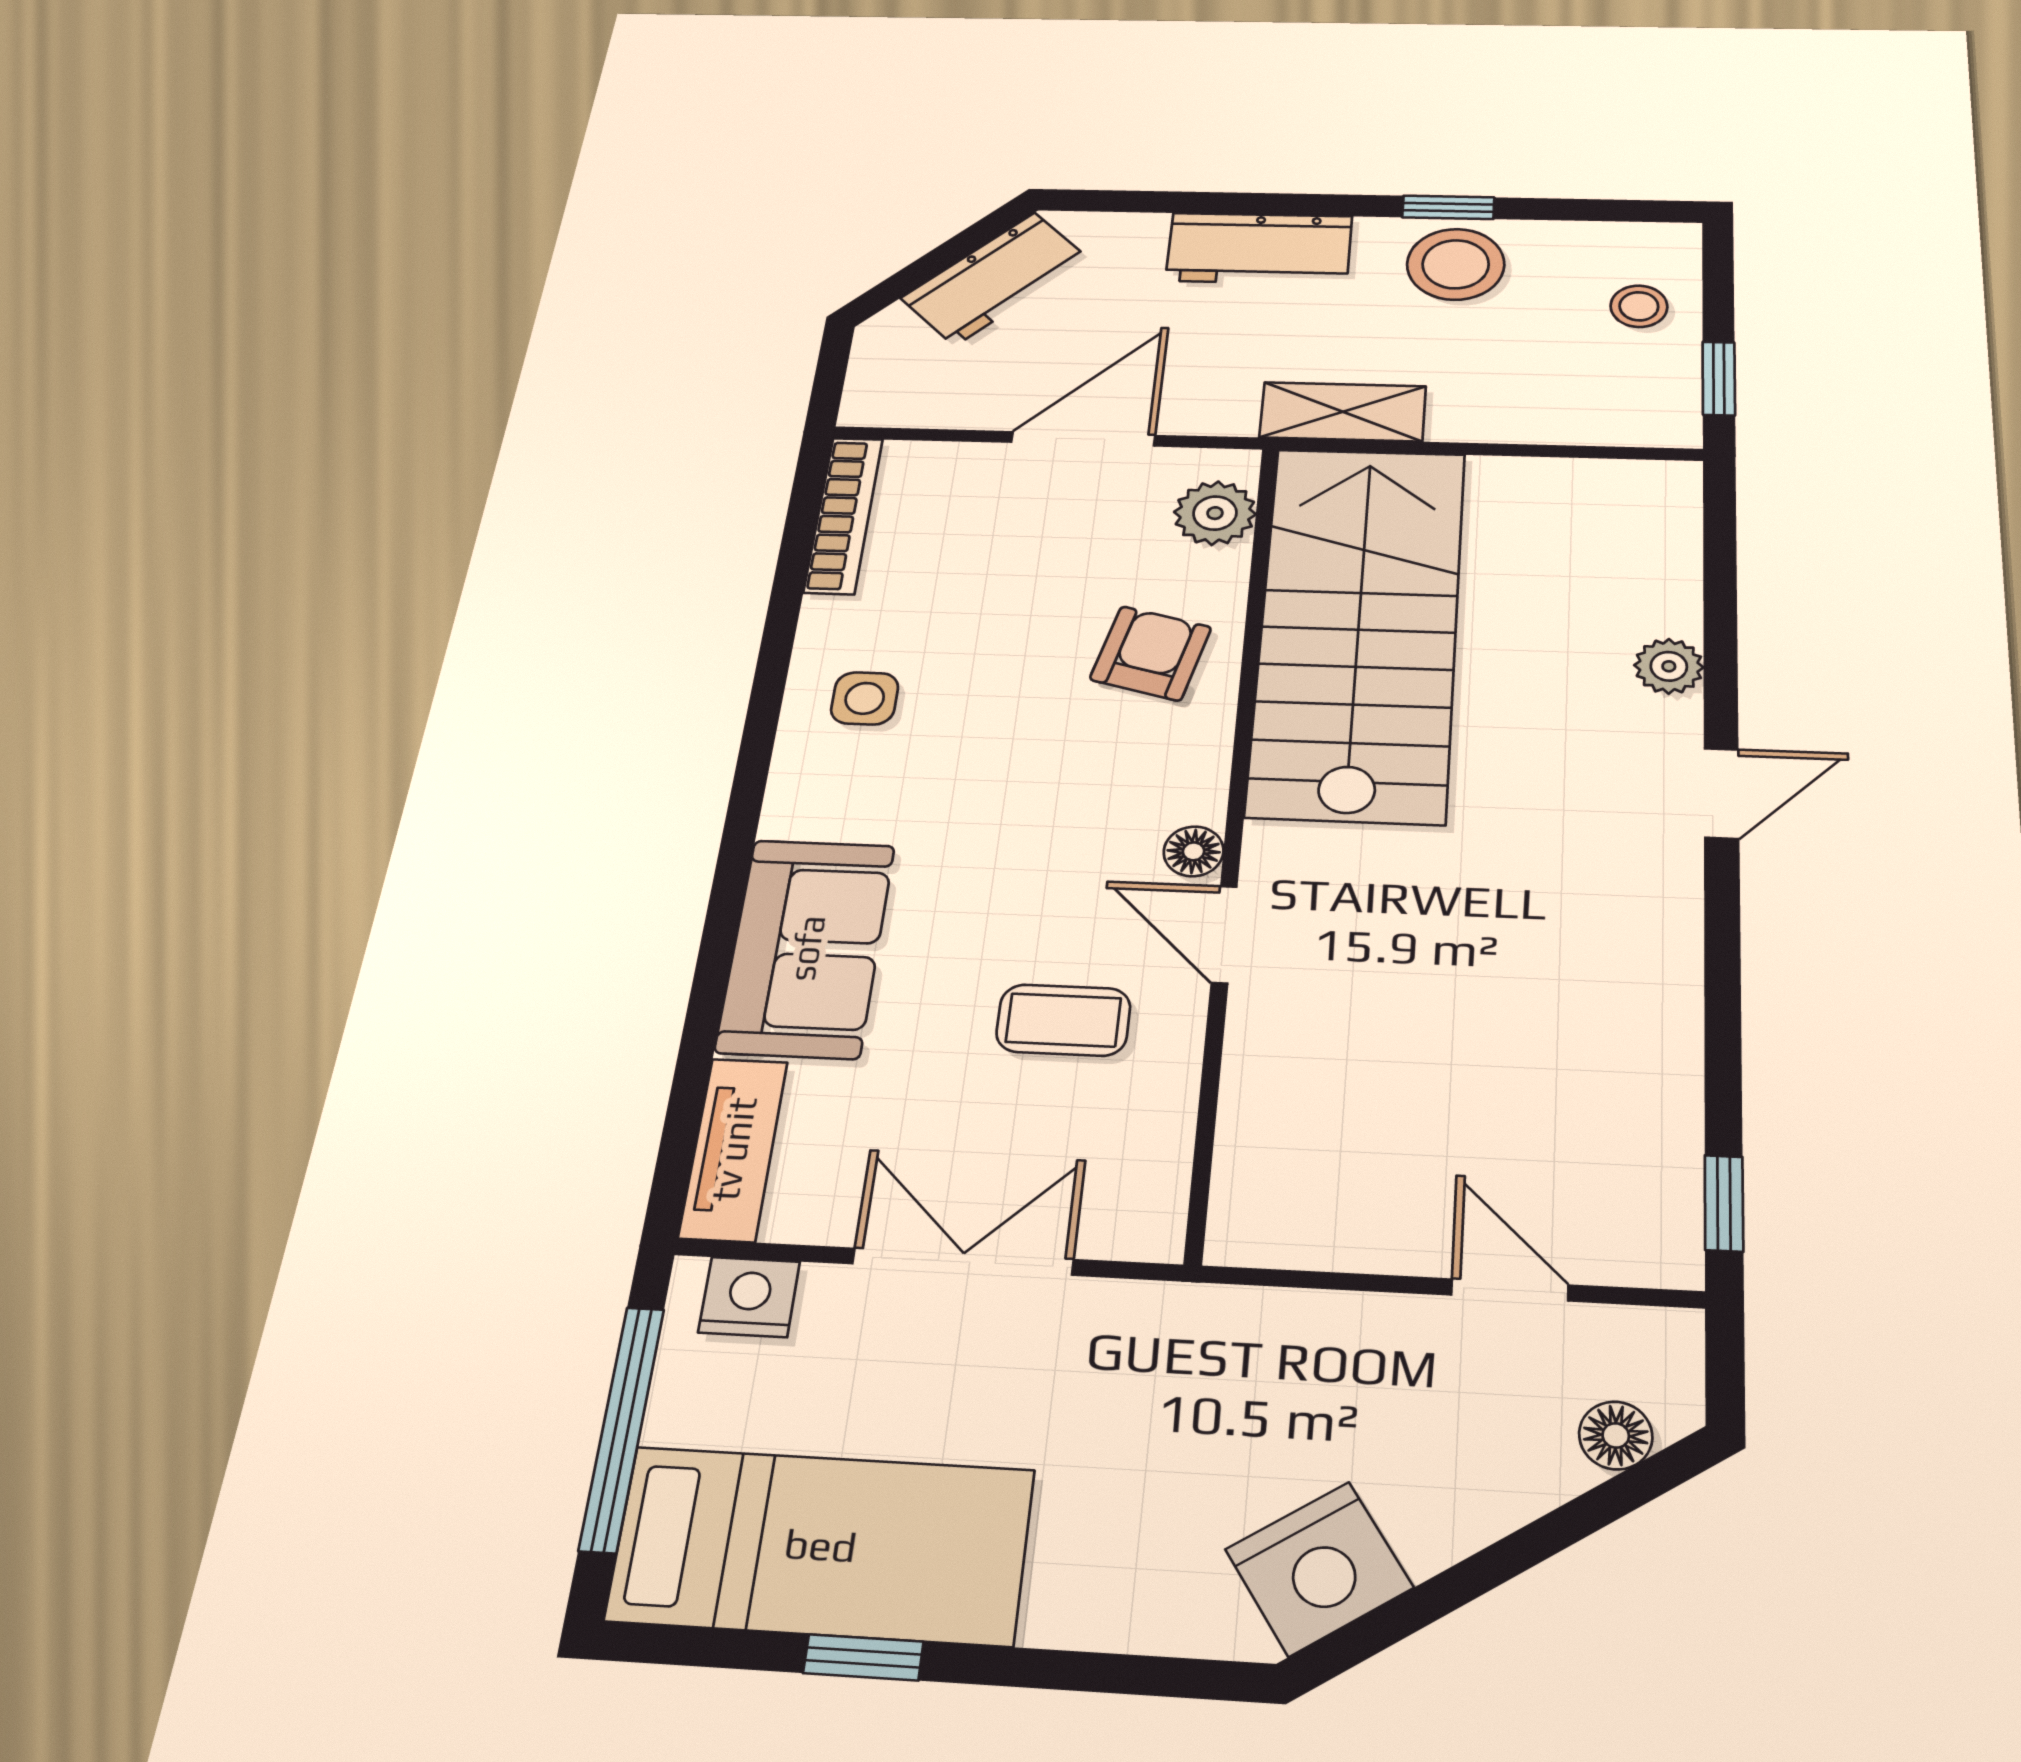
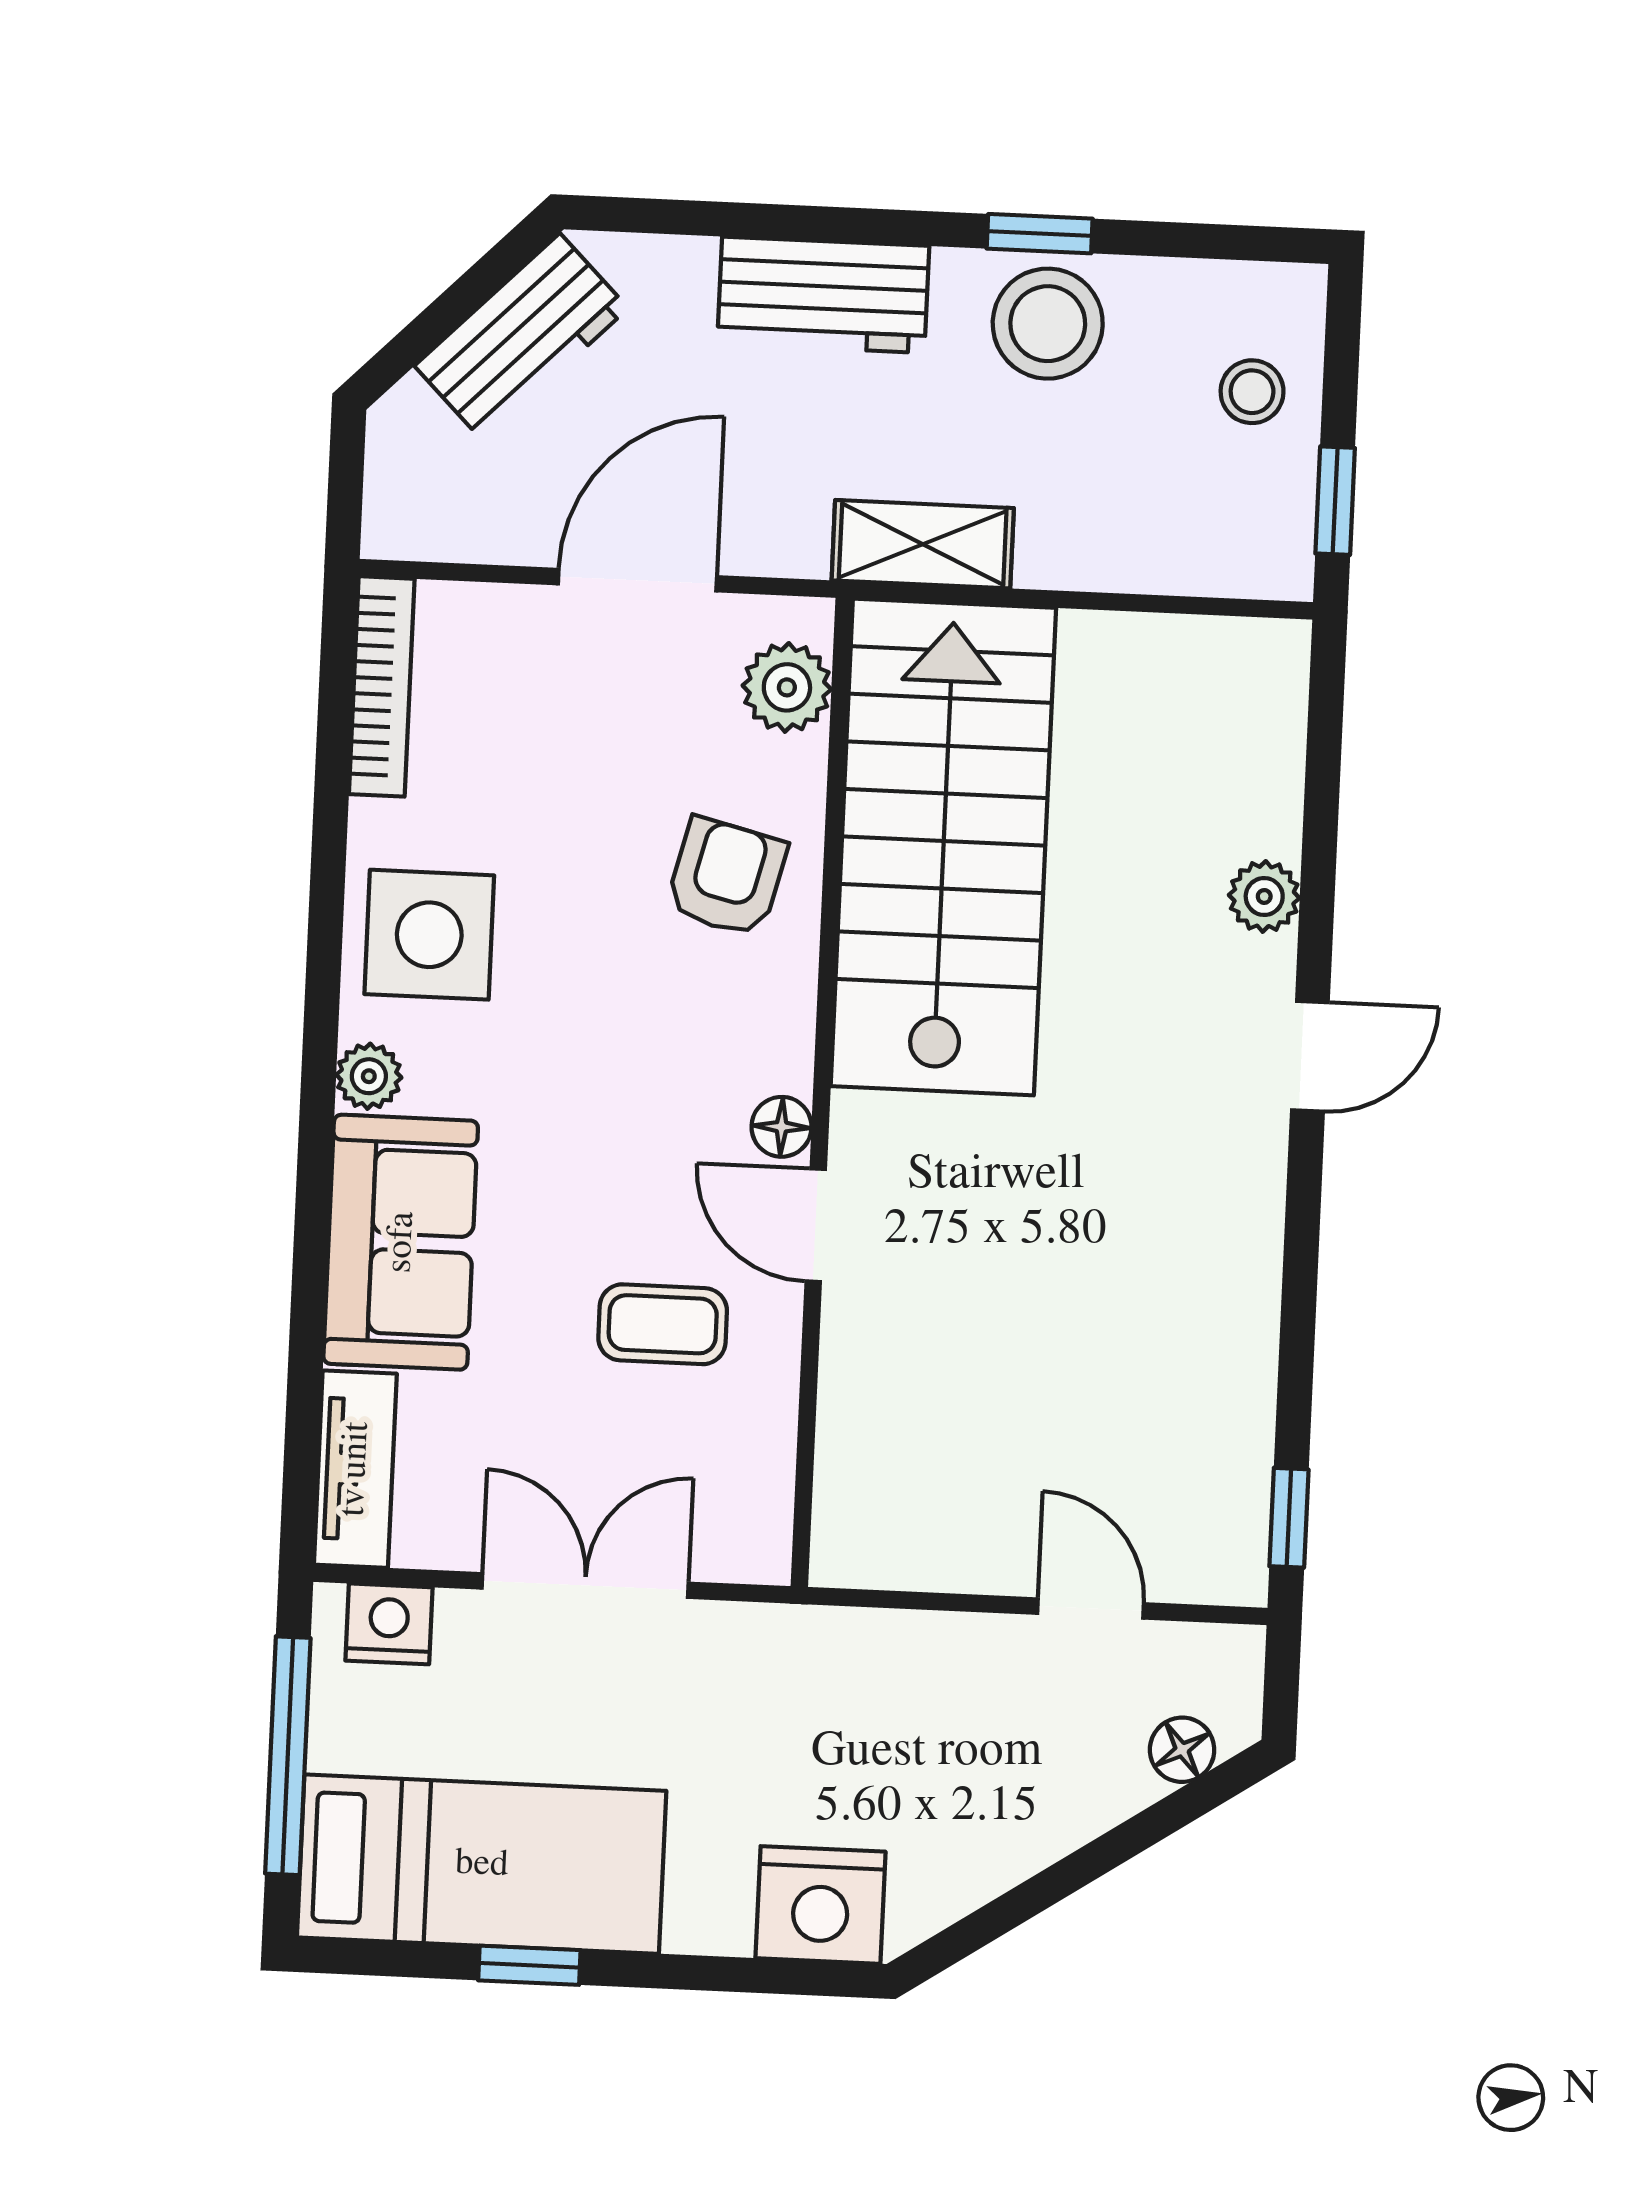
side table: (865, 698) -> (429, 935), width x1.87, depth x1.87
plant: (793, 810) -> (369, 1076), added
nightstand: (1319, 1568) -> (821, 1905), moved, turned 33

